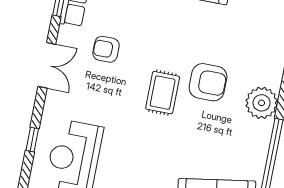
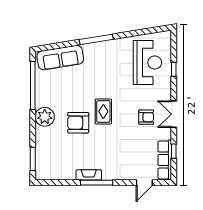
armchair: (106, 49) -> (146, 117), moved

